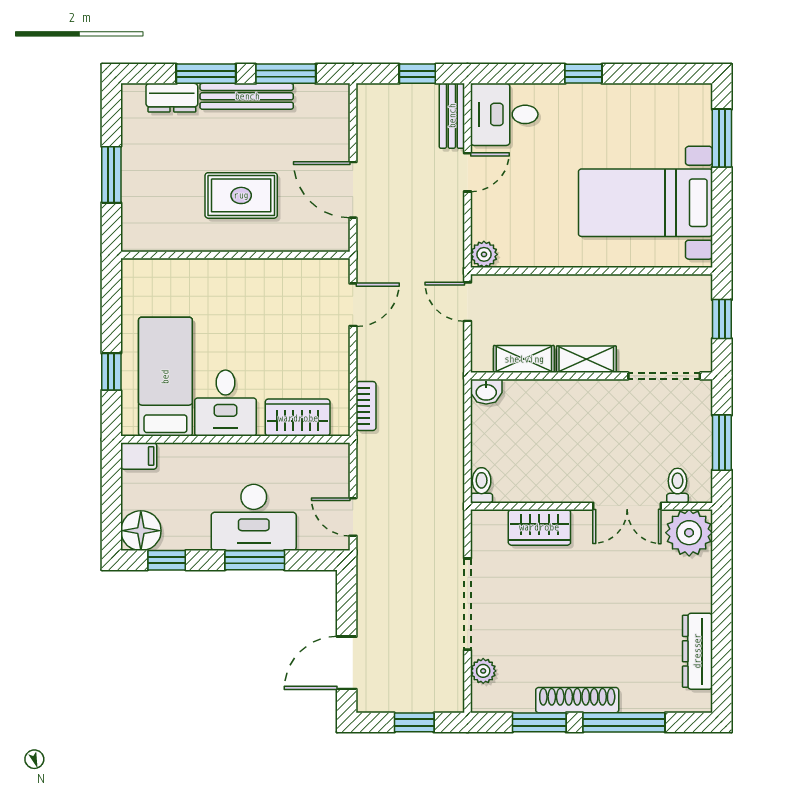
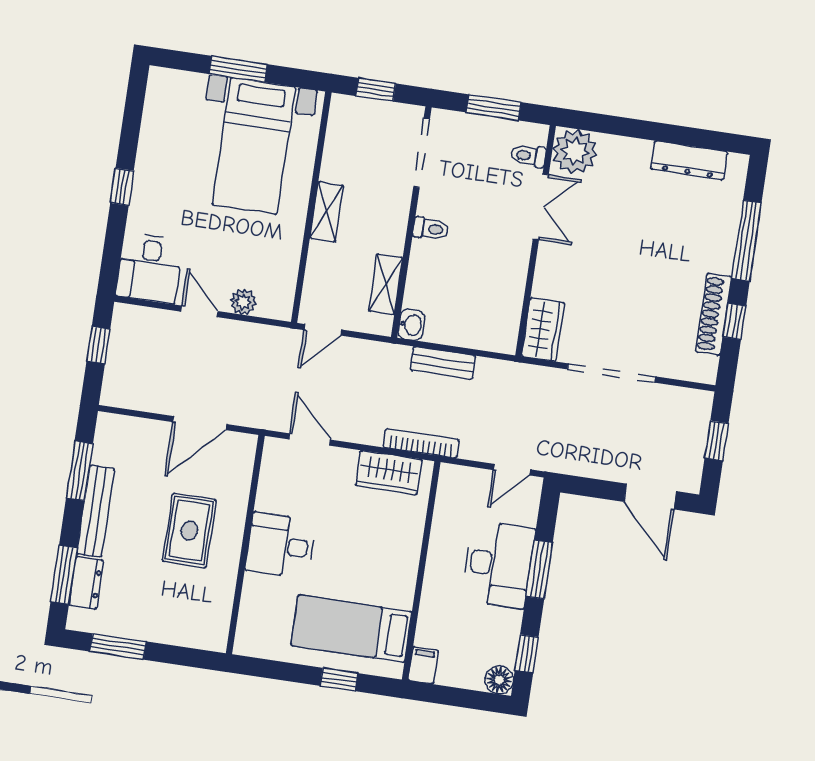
window: (206, 74) -> (64, 575), moved
bench: (452, 116) -> (443, 363), moved
window: (722, 138) -> (238, 69), moved
window: (111, 175) -> (118, 647), moved
plant: (484, 254) -> (243, 302), moved
shelving: (586, 359) -> (327, 212), moved
desk: (225, 403) -> (281, 545), moved, turned 180
bookcase: (366, 406) -> (421, 443), width x1.56
wardrobe: (298, 418) -> (389, 473), moved, turned -90
toilet: (482, 485) -> (431, 229), moved, turned 180
wardrobe: (539, 527) -> (543, 329), moved
floor lamp: (141, 531) -> (499, 680), width x0.73, depth x0.73
plant: (483, 671) -> (677, 367), removed
shoe rack: (577, 700) -> (714, 314), moved
window: (539, 722) -> (734, 321), width x0.67

